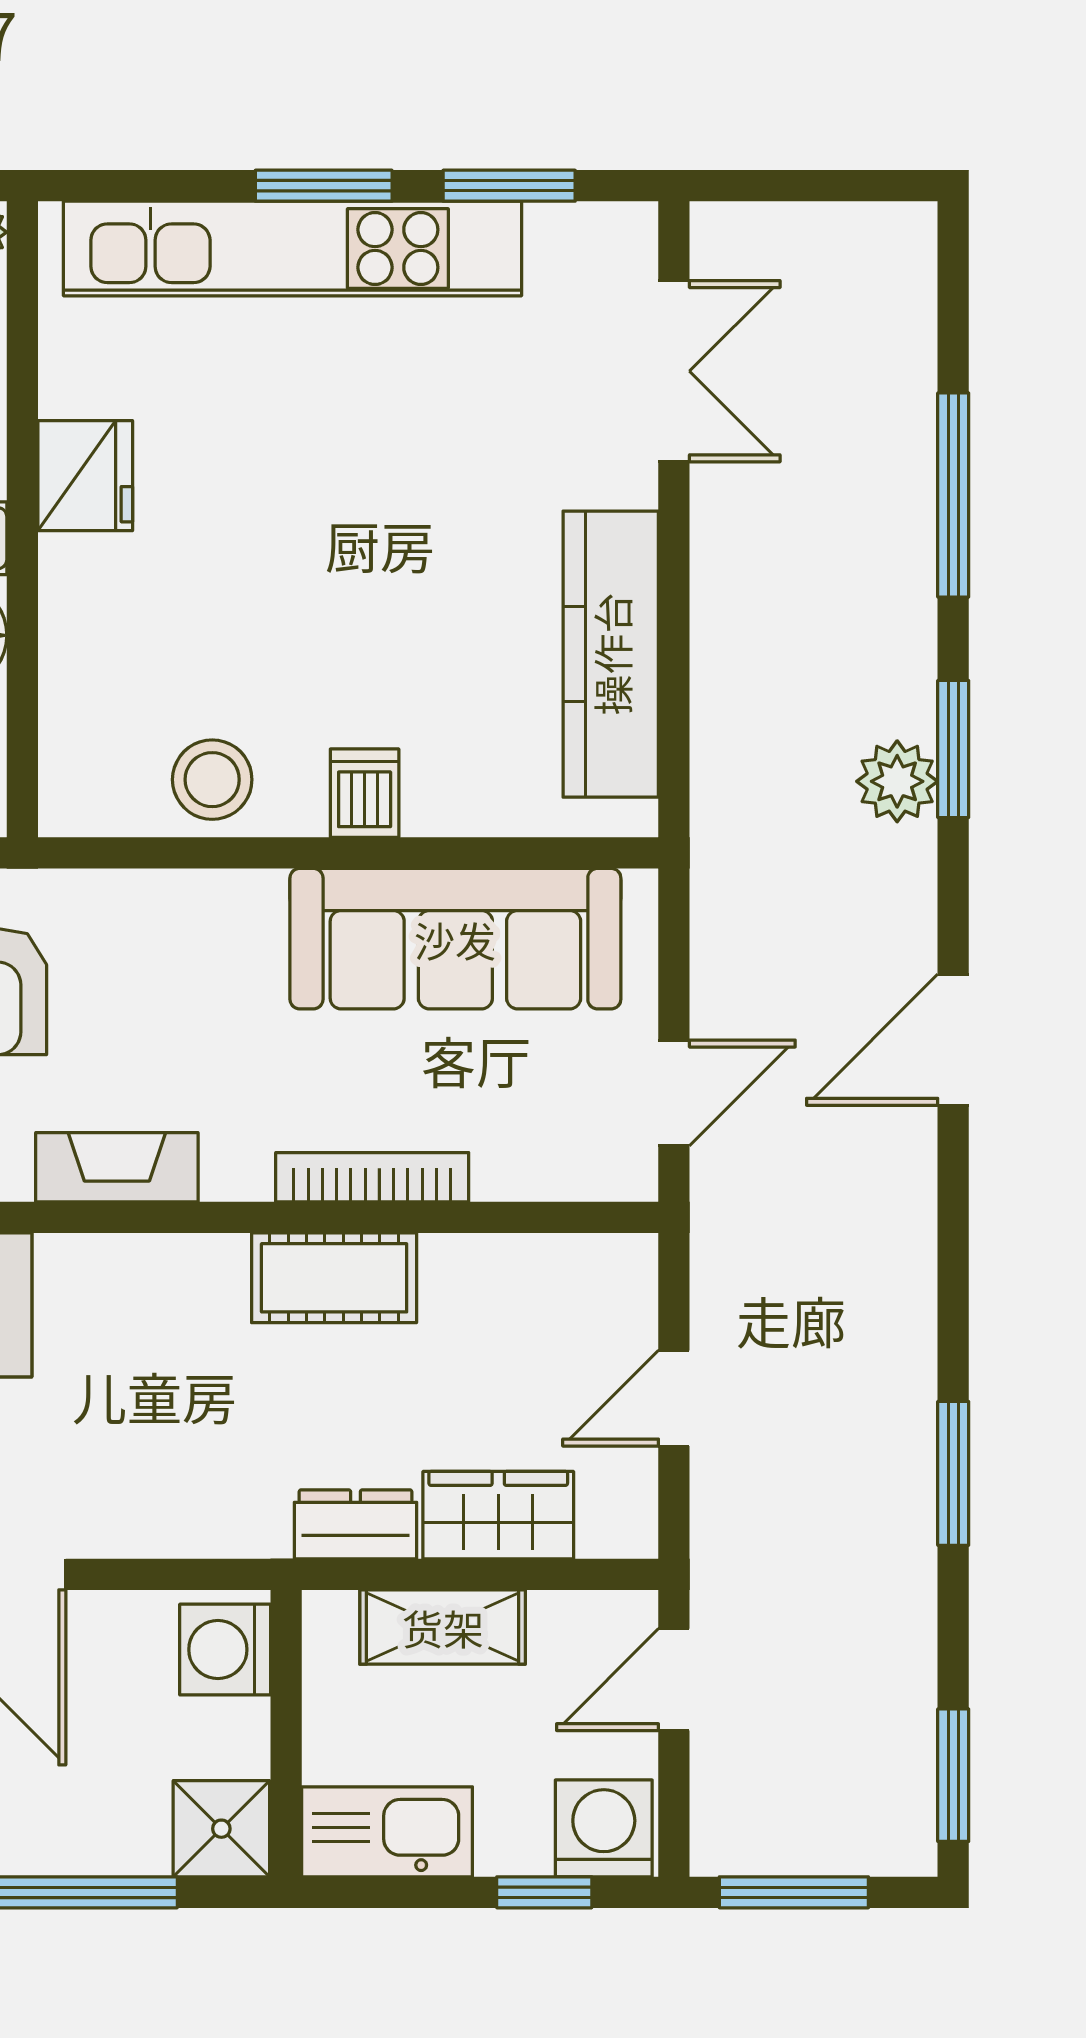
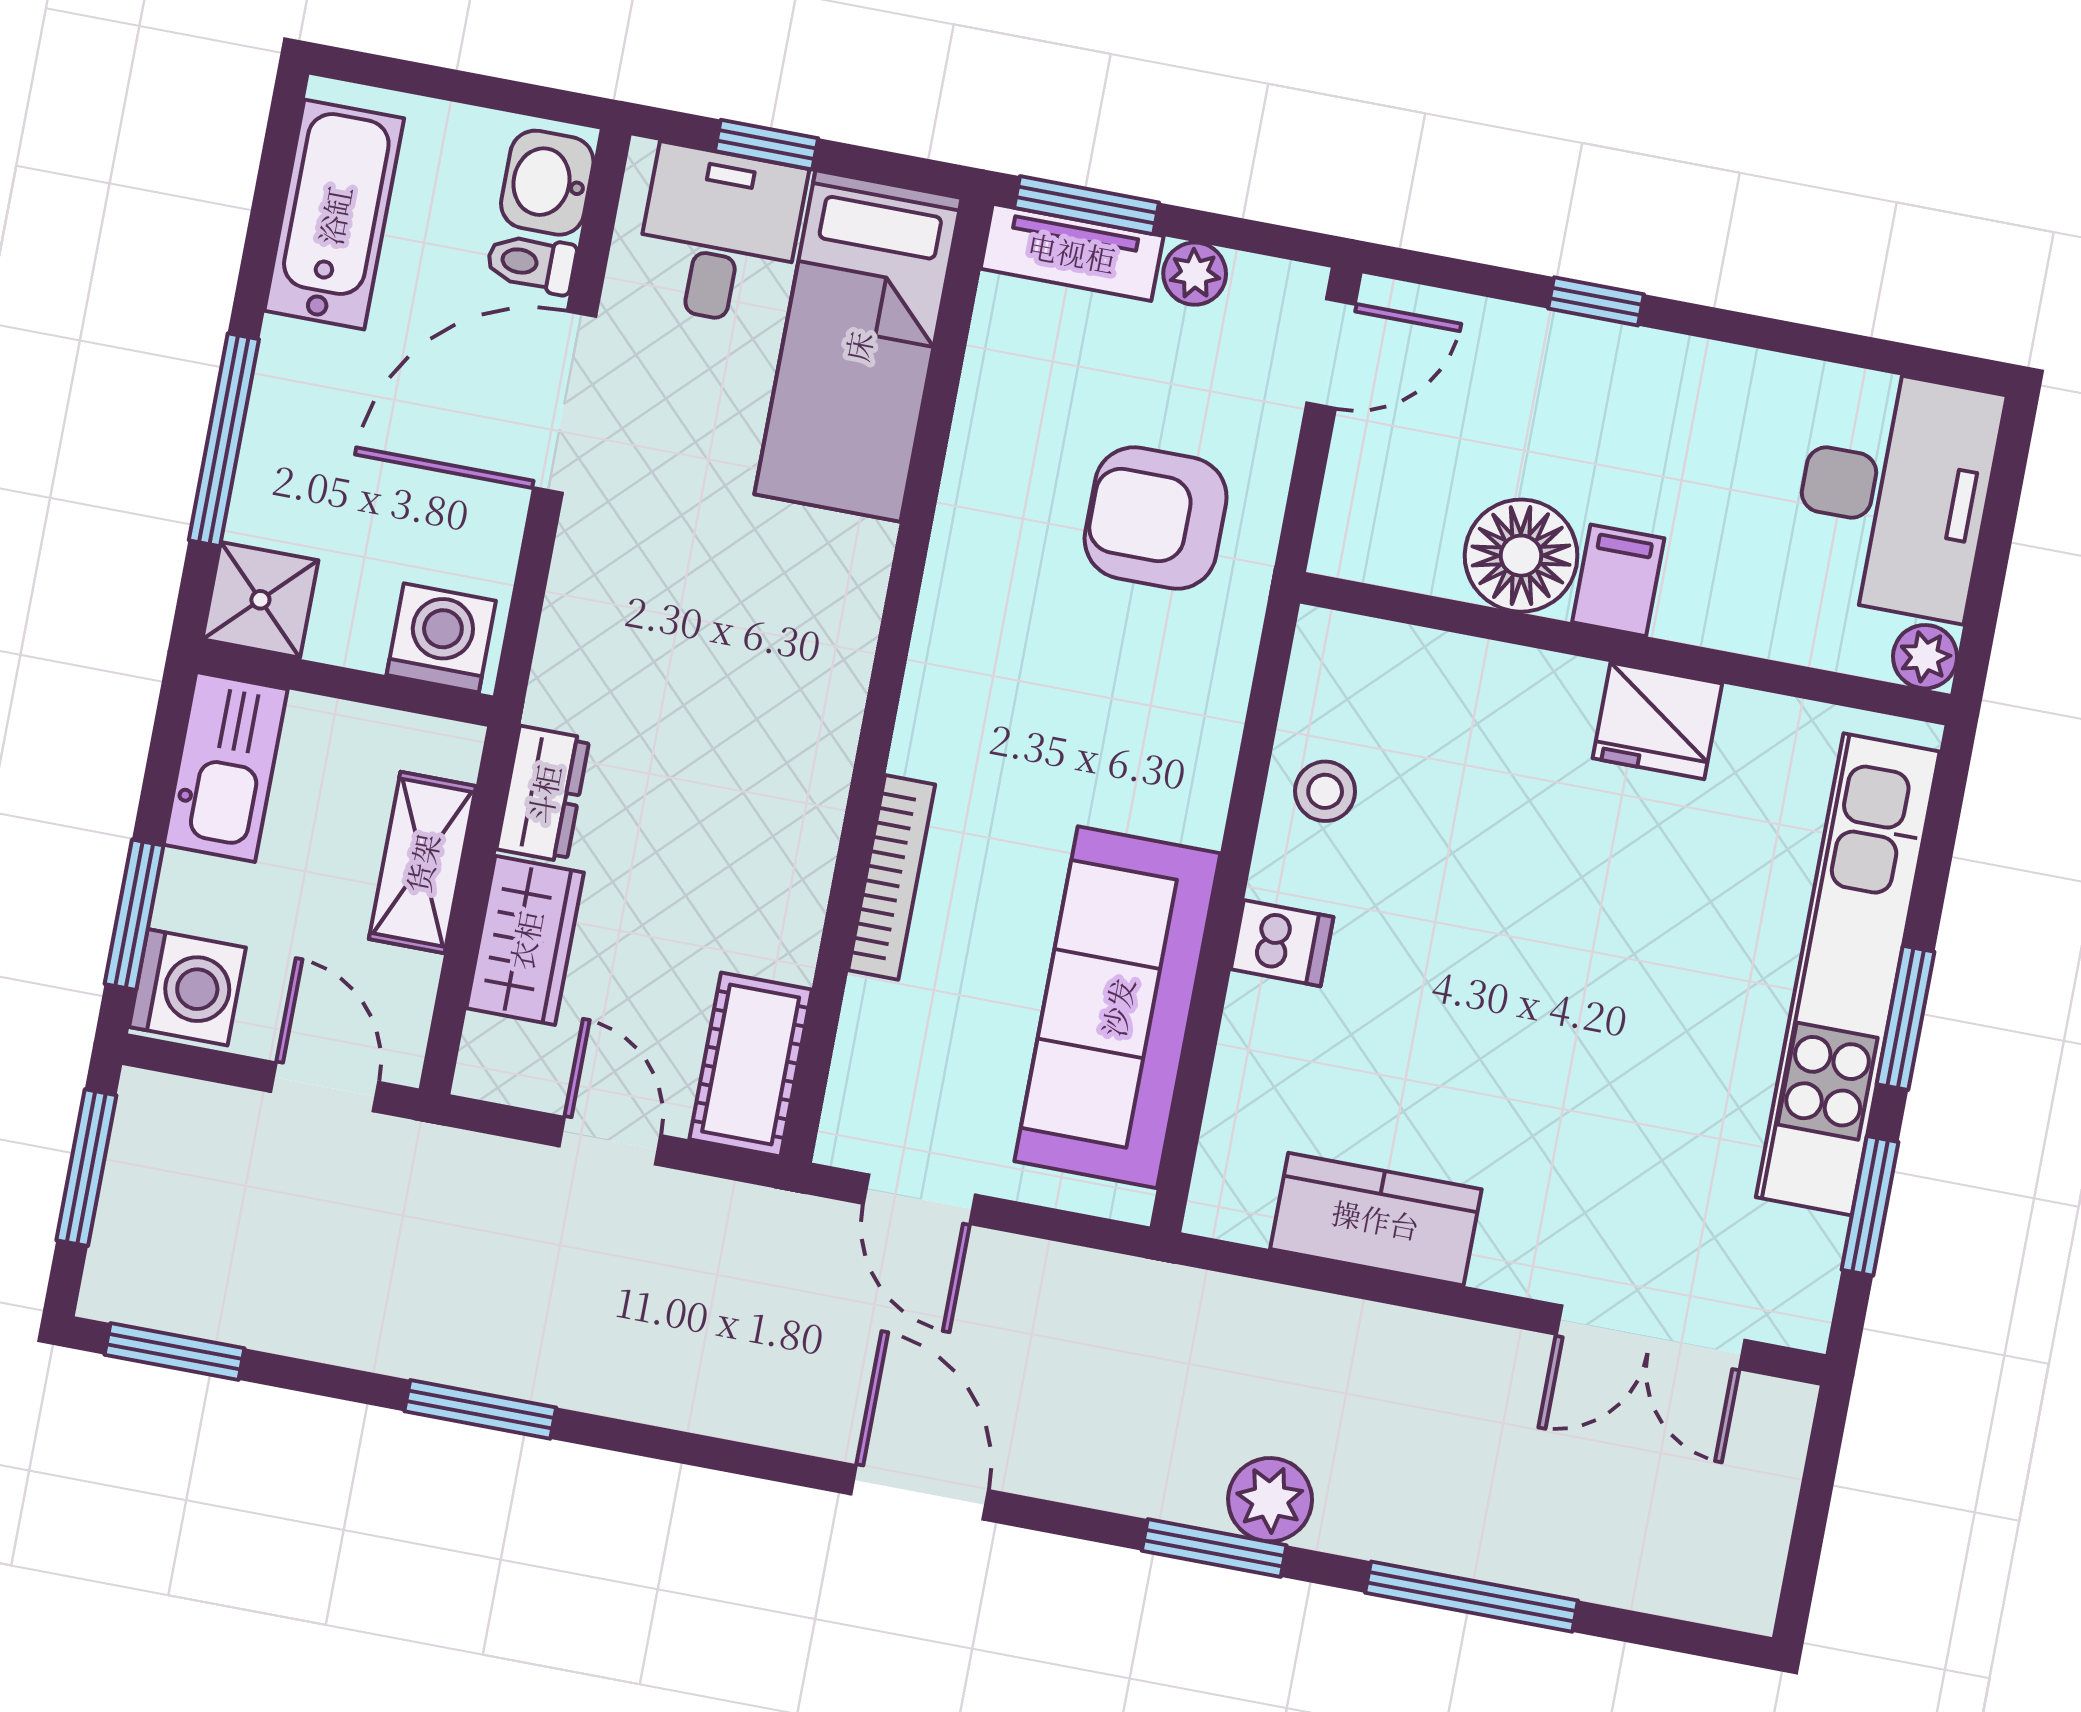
kitchen counter: (611, 654) -> (1376, 1219), width x0.67
stool: (212, 780) -> (1325, 791), width x0.73, depth x0.73
plant: (897, 781) -> (1270, 1500), moved
fireplace: (117, 1167) -> (951, 621), removed
cot: (334, 1278) -> (751, 1064), moved
window: (544, 1892) -> (134, 915), width x1.50

